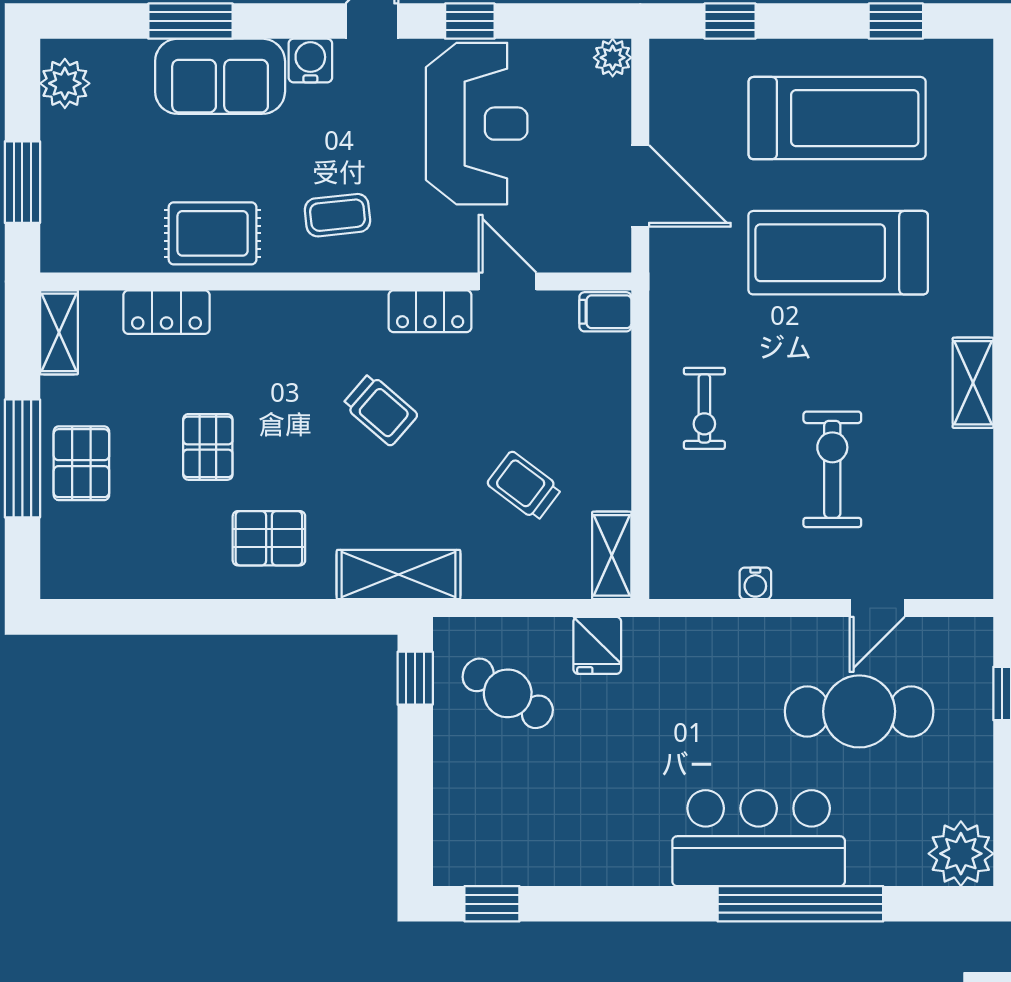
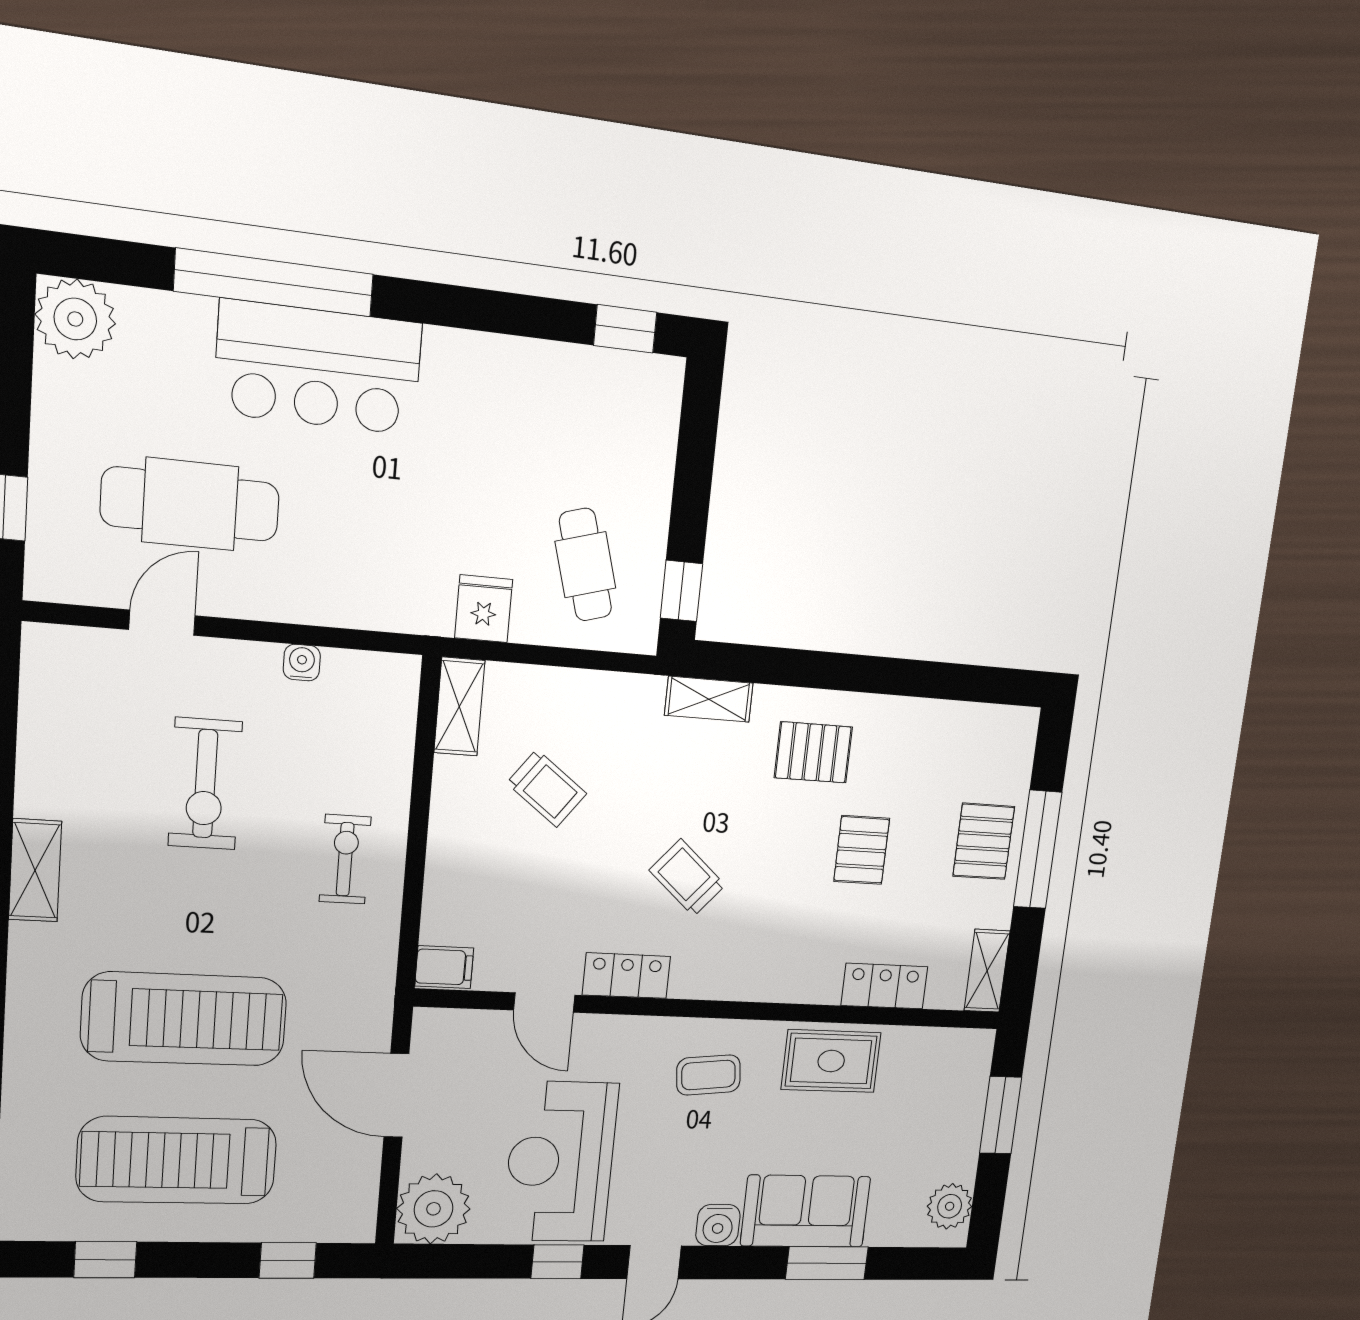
plant: (613, 58) -> (433, 1209), width x1.88, depth x1.88
shelving: (399, 574) -> (709, 699), width x0.67, depth x0.75
cafe table: (508, 693) -> (585, 565), turned 42

